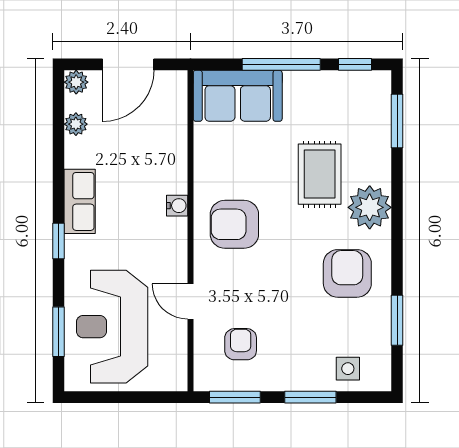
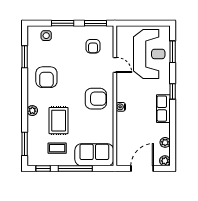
coffee table: (323, 111) -> (57, 148), added
plant: (370, 207) -> (32, 111), width x0.53, depth x0.53

